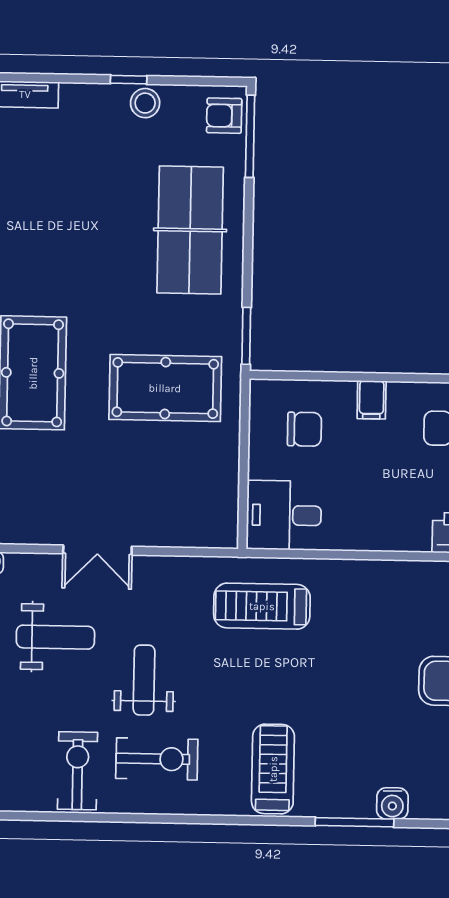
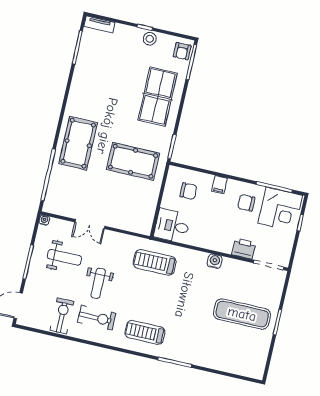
armchair: (224, 116) -> (182, 51), turned -90
weight bench: (144, 680) -> (98, 283), turned 180
treadmill: (273, 769) -> (145, 332), turned -90
water cooler: (392, 804) -> (215, 261), moved, turned 180

